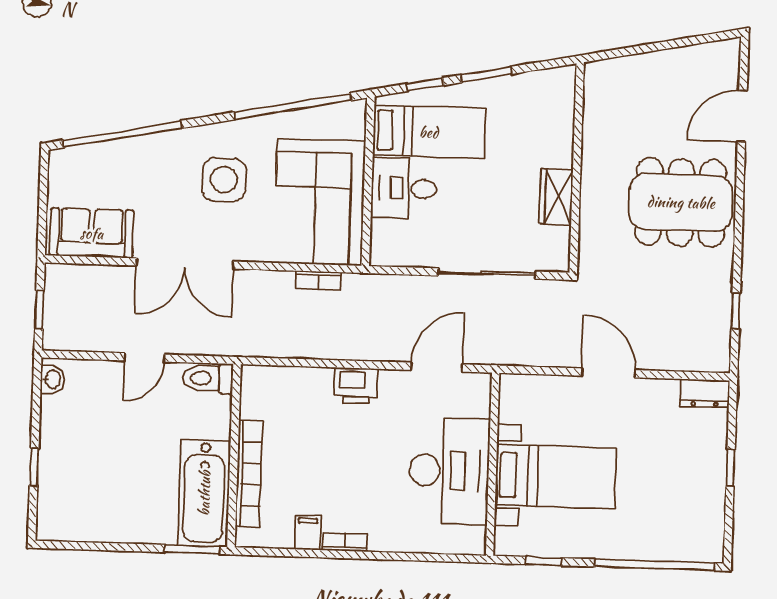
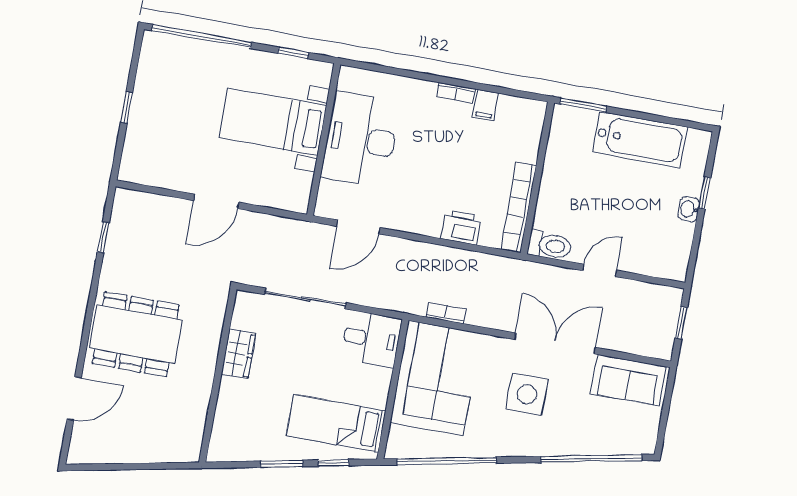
side table: (224, 180) -> (527, 394), moved
desk: (404, 188) -> (371, 339), moved
door: (609, 373) -> (216, 201), hinge flipped
washbasin: (52, 379) -> (689, 209), moved
printer: (356, 386) -> (461, 227), moved
dresser: (705, 393) -> (139, 173), removed
bookcase: (249, 474) -> (519, 208), moved
bathtub: (204, 493) -> (640, 140), moved, turned 90

